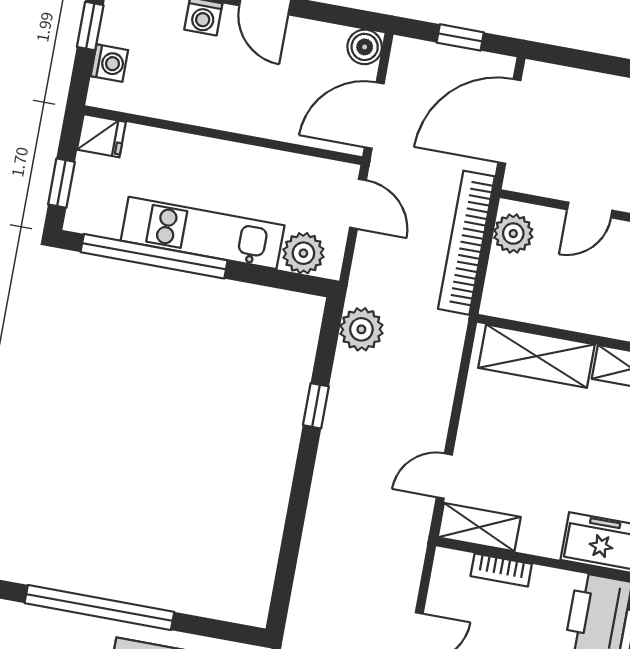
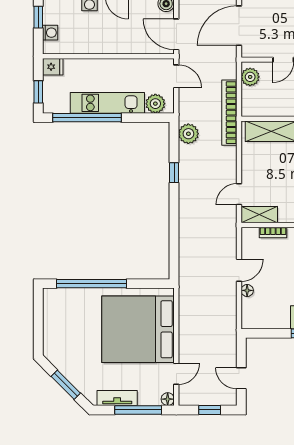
door: (374, 115) -> (176, 34), hinge flipped
bookcase: (466, 243) -> (229, 113), moved

